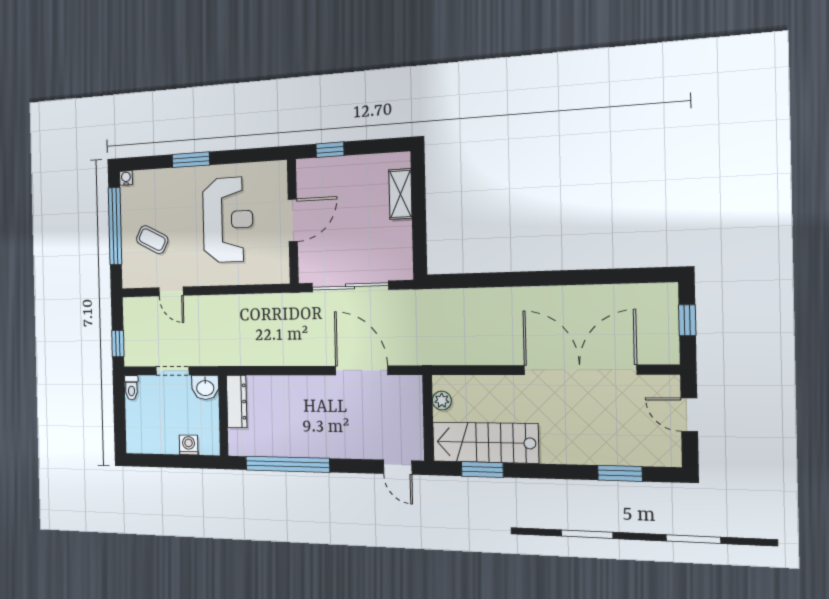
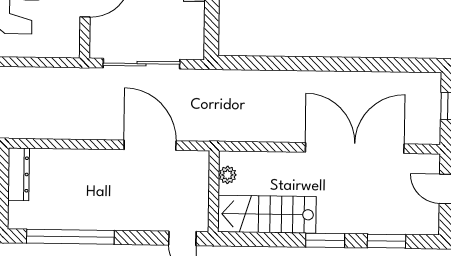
window: (482, 470) -> (325, 240), moved

